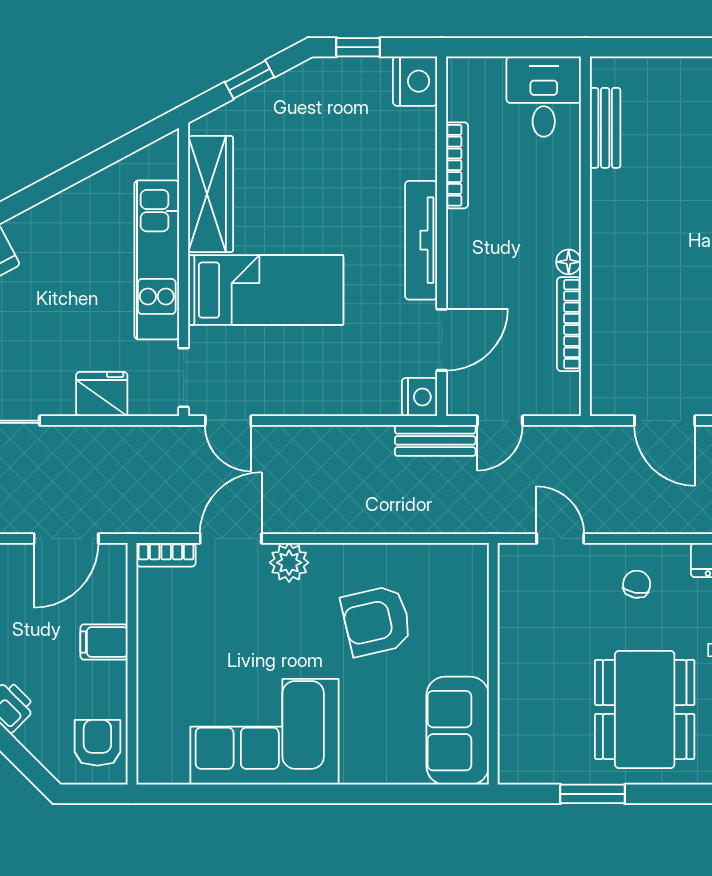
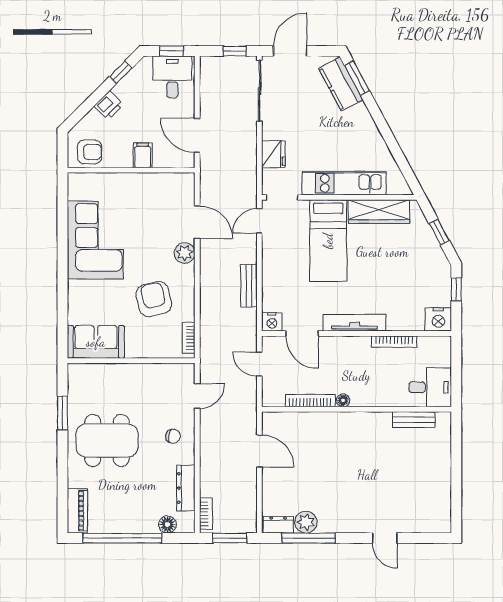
door: (665, 421) -> (259, 451), swing flipped
bench: (435, 440) -> (249, 286), moved
bookcase: (166, 555) -> (189, 338), moved

